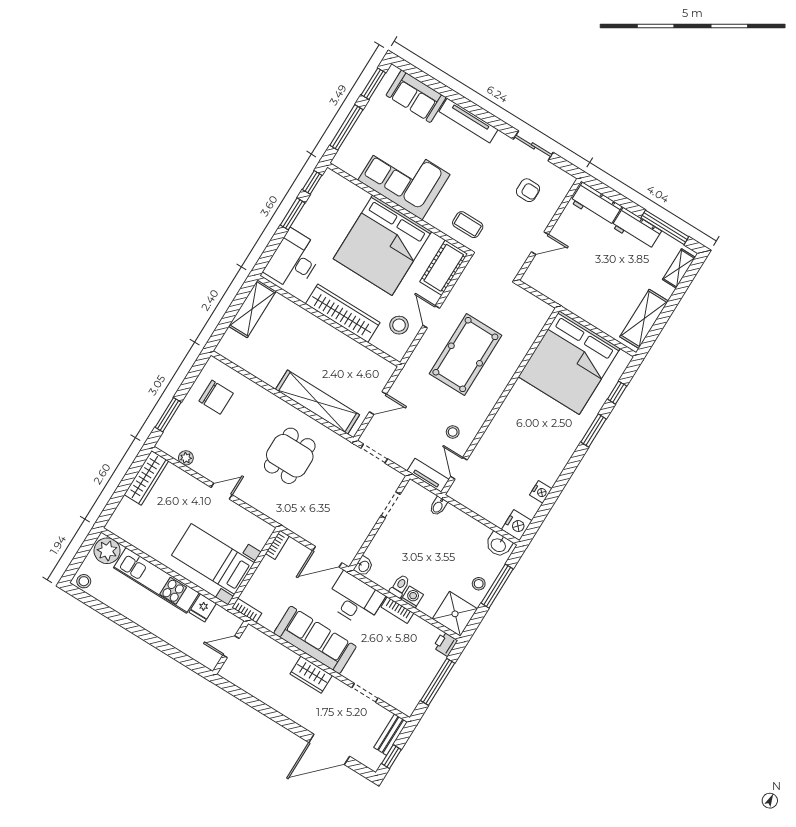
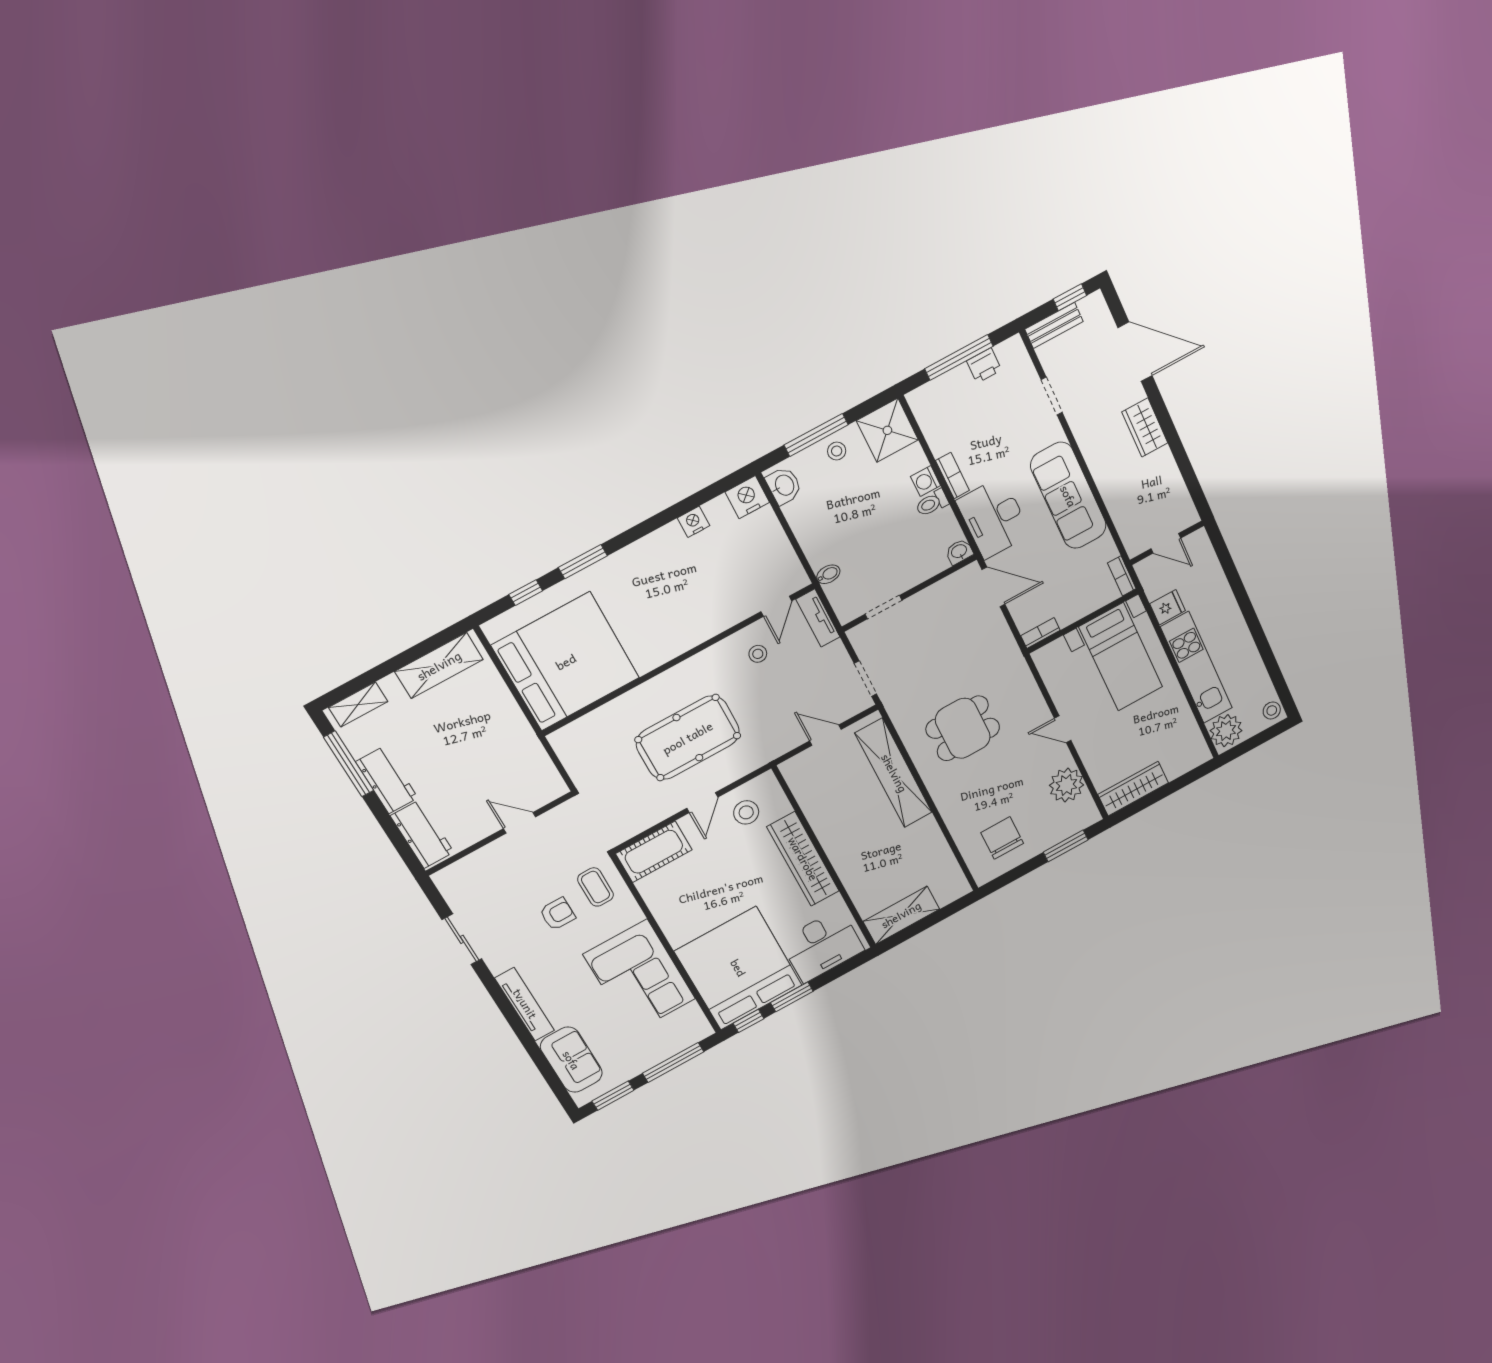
armchair: (528, 190) -> (557, 914), moved, turned 90
bed: (382, 245) -> (738, 968), moved, turned -90
plant: (186, 458) -> (1066, 785), width x1.87, depth x1.87
printer: (445, 644) -> (984, 366), moved
wardrobe: (311, 675) -> (1145, 427), moved, turned 180

